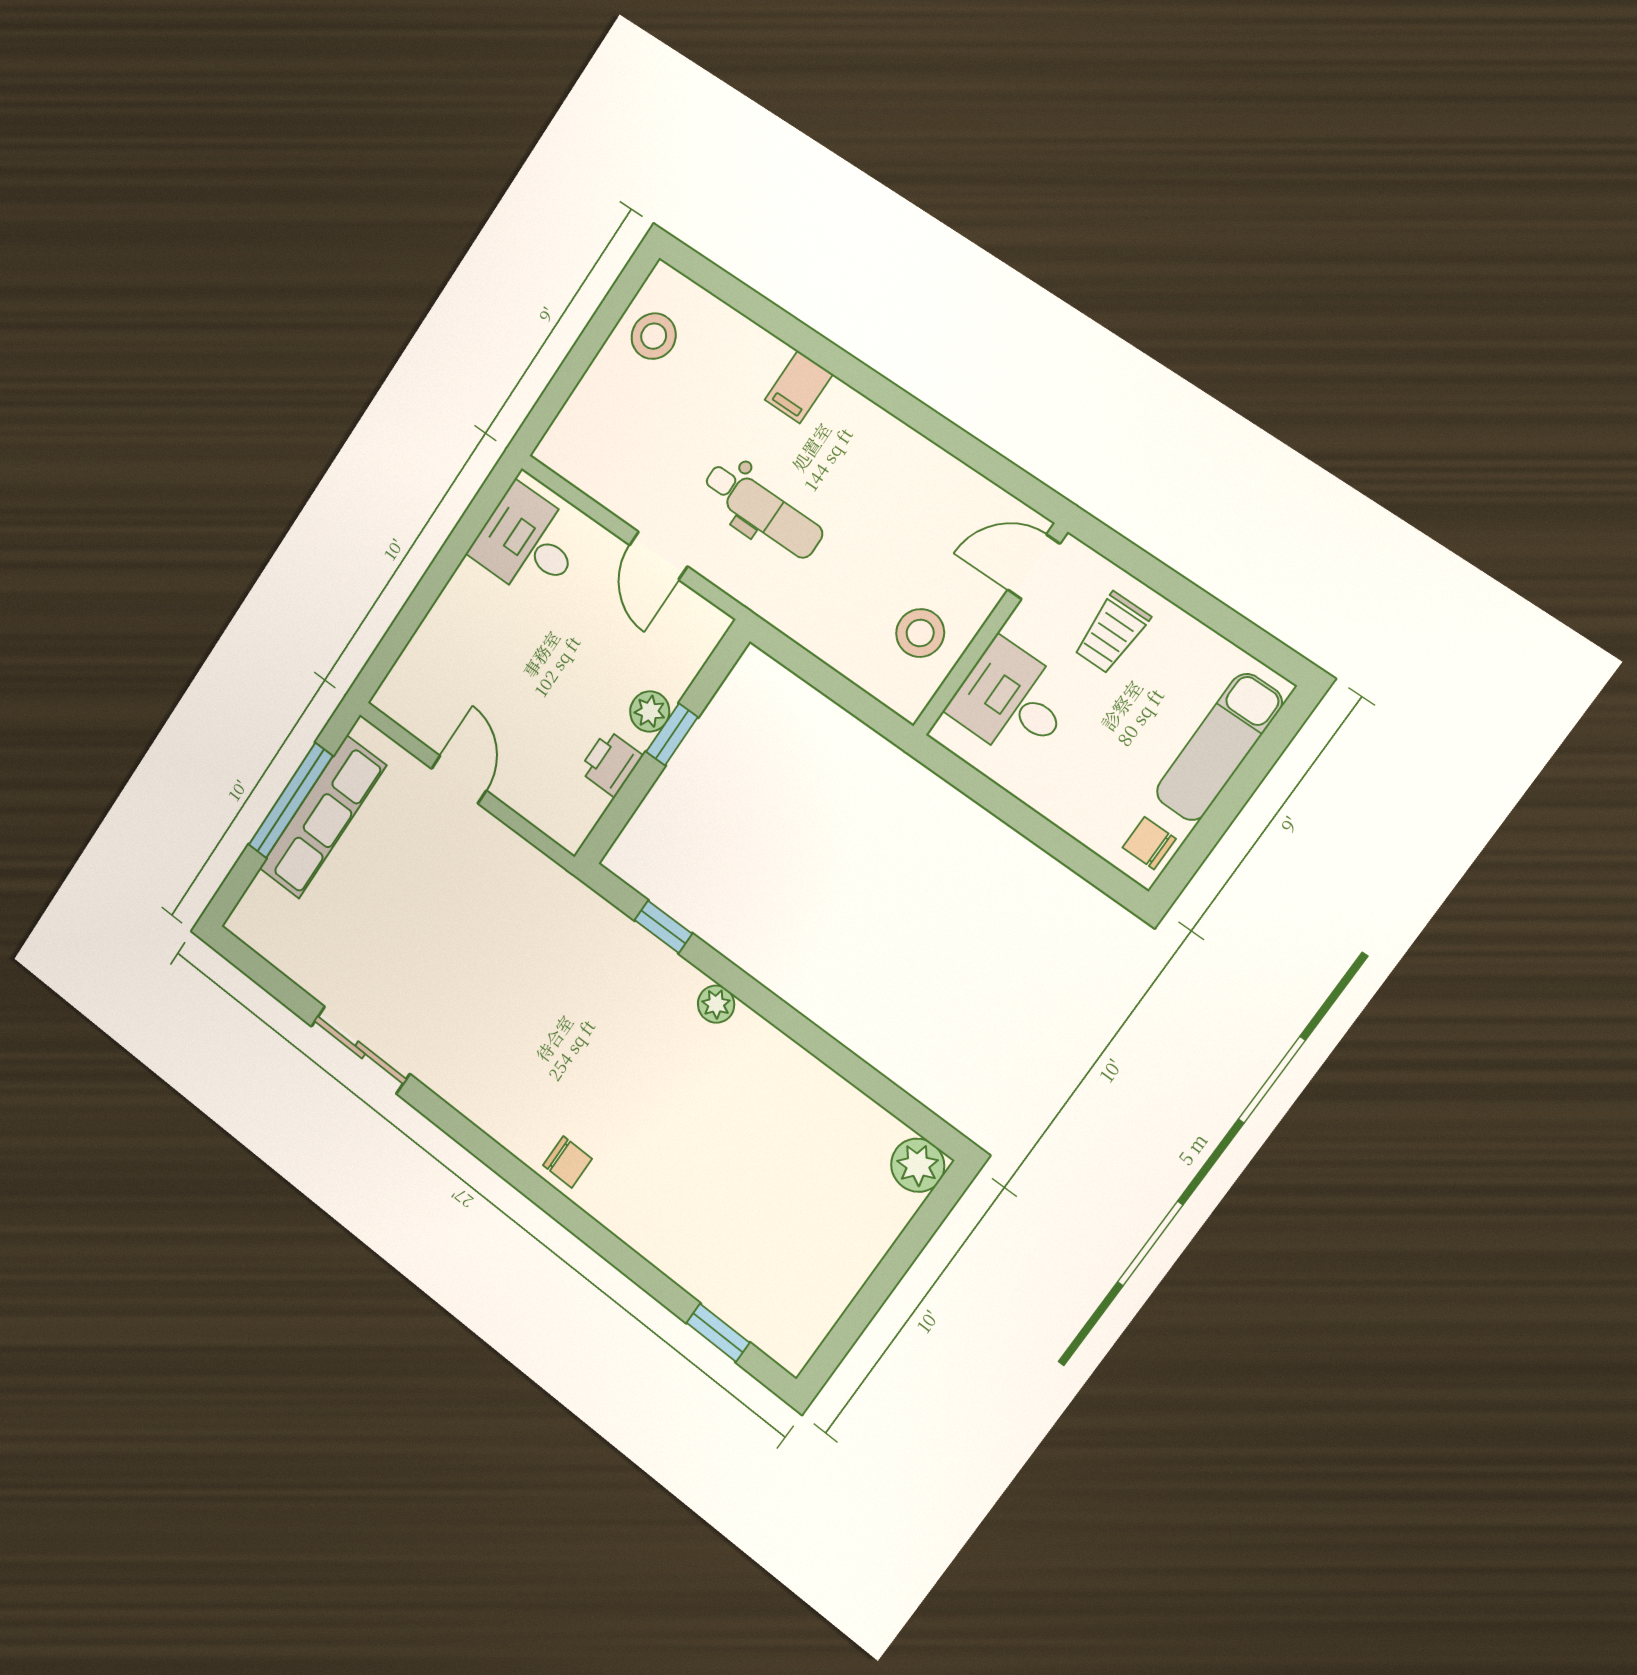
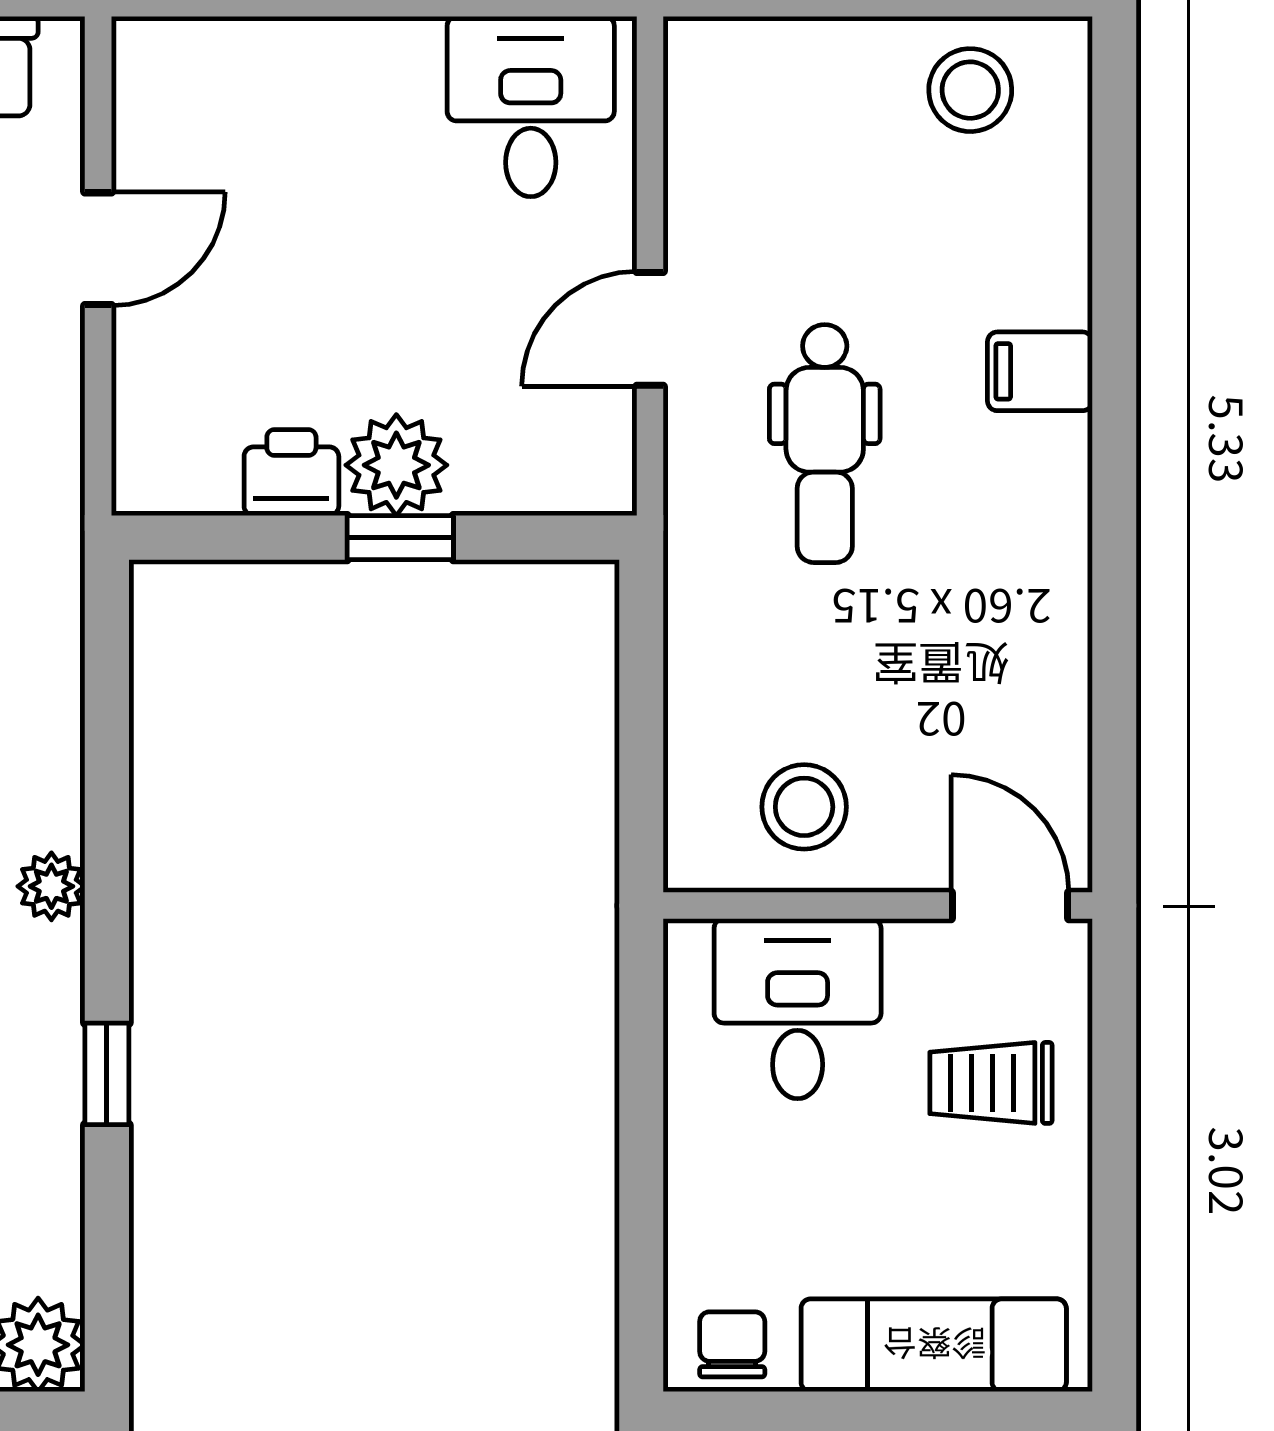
plant: (650, 711) -> (396, 465), width x1.38, depth x1.38
window: (663, 927) -> (107, 1074), moved

